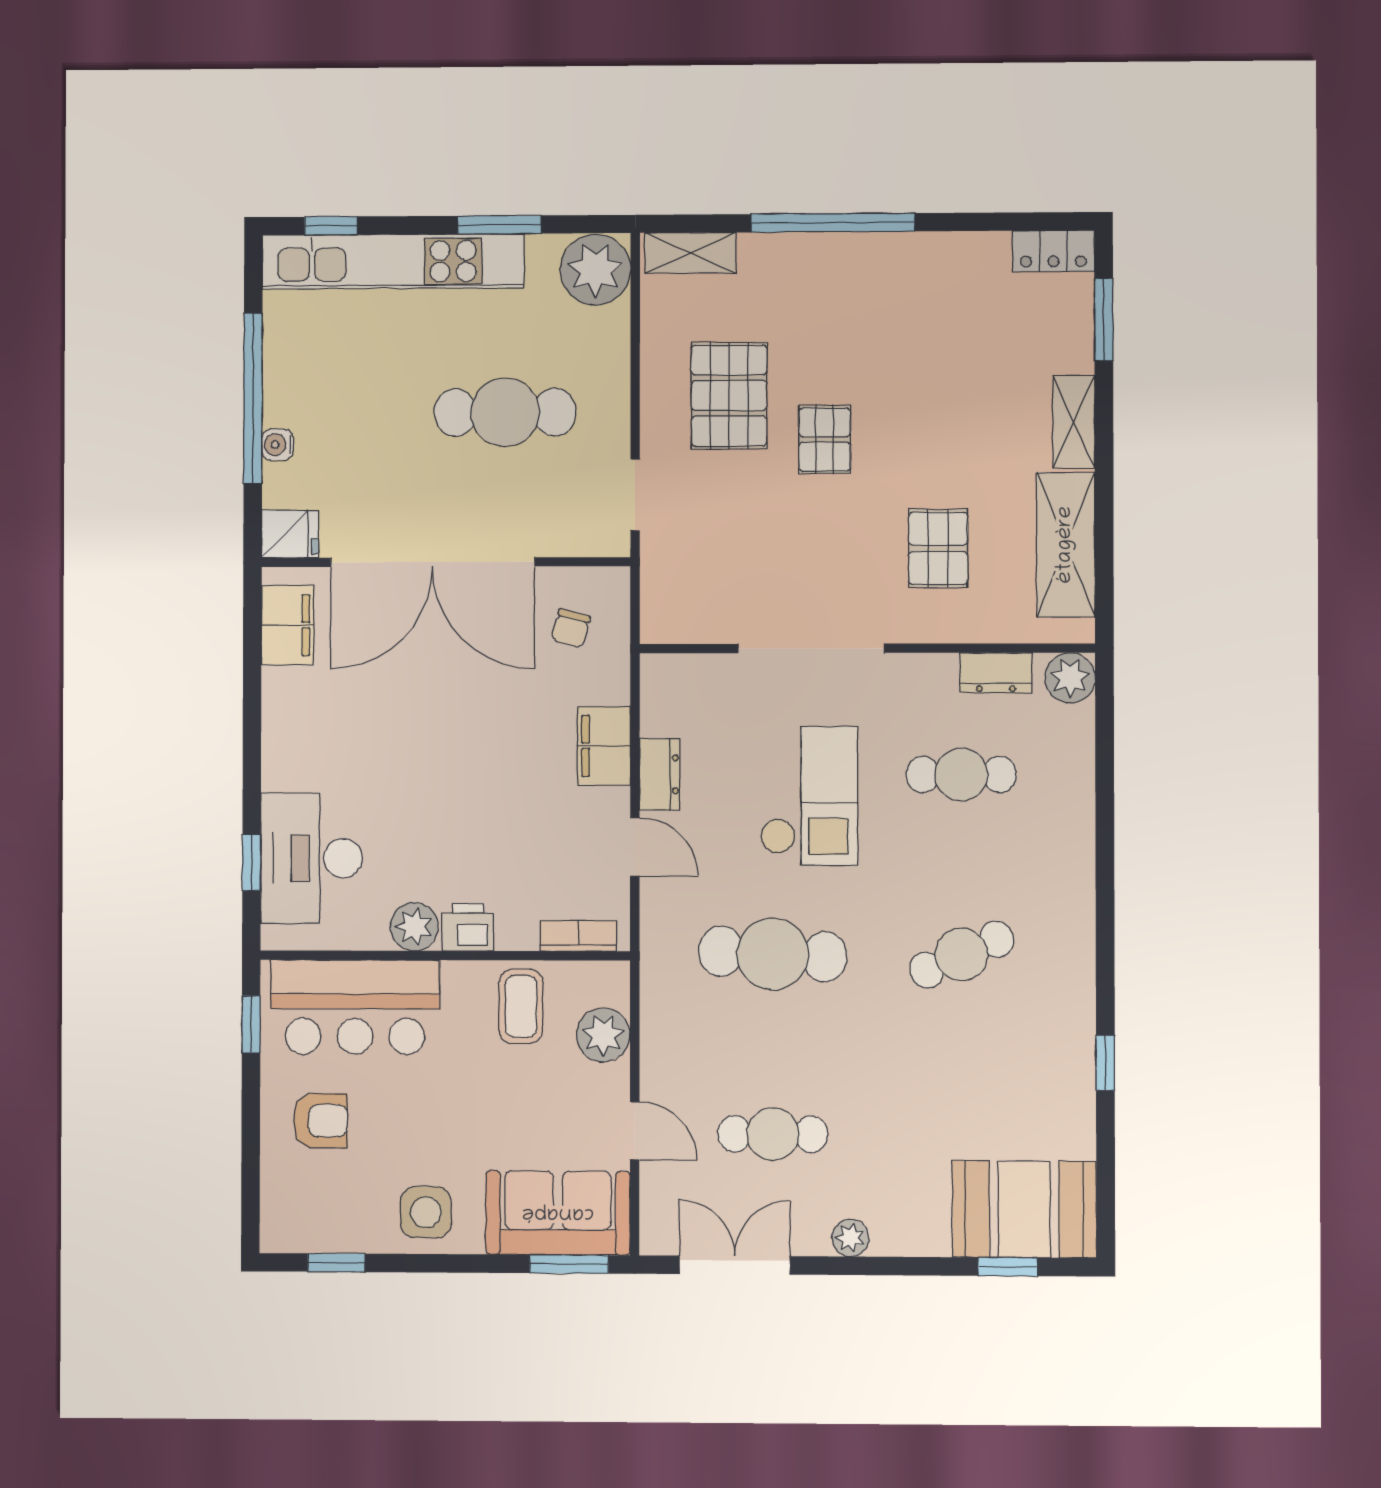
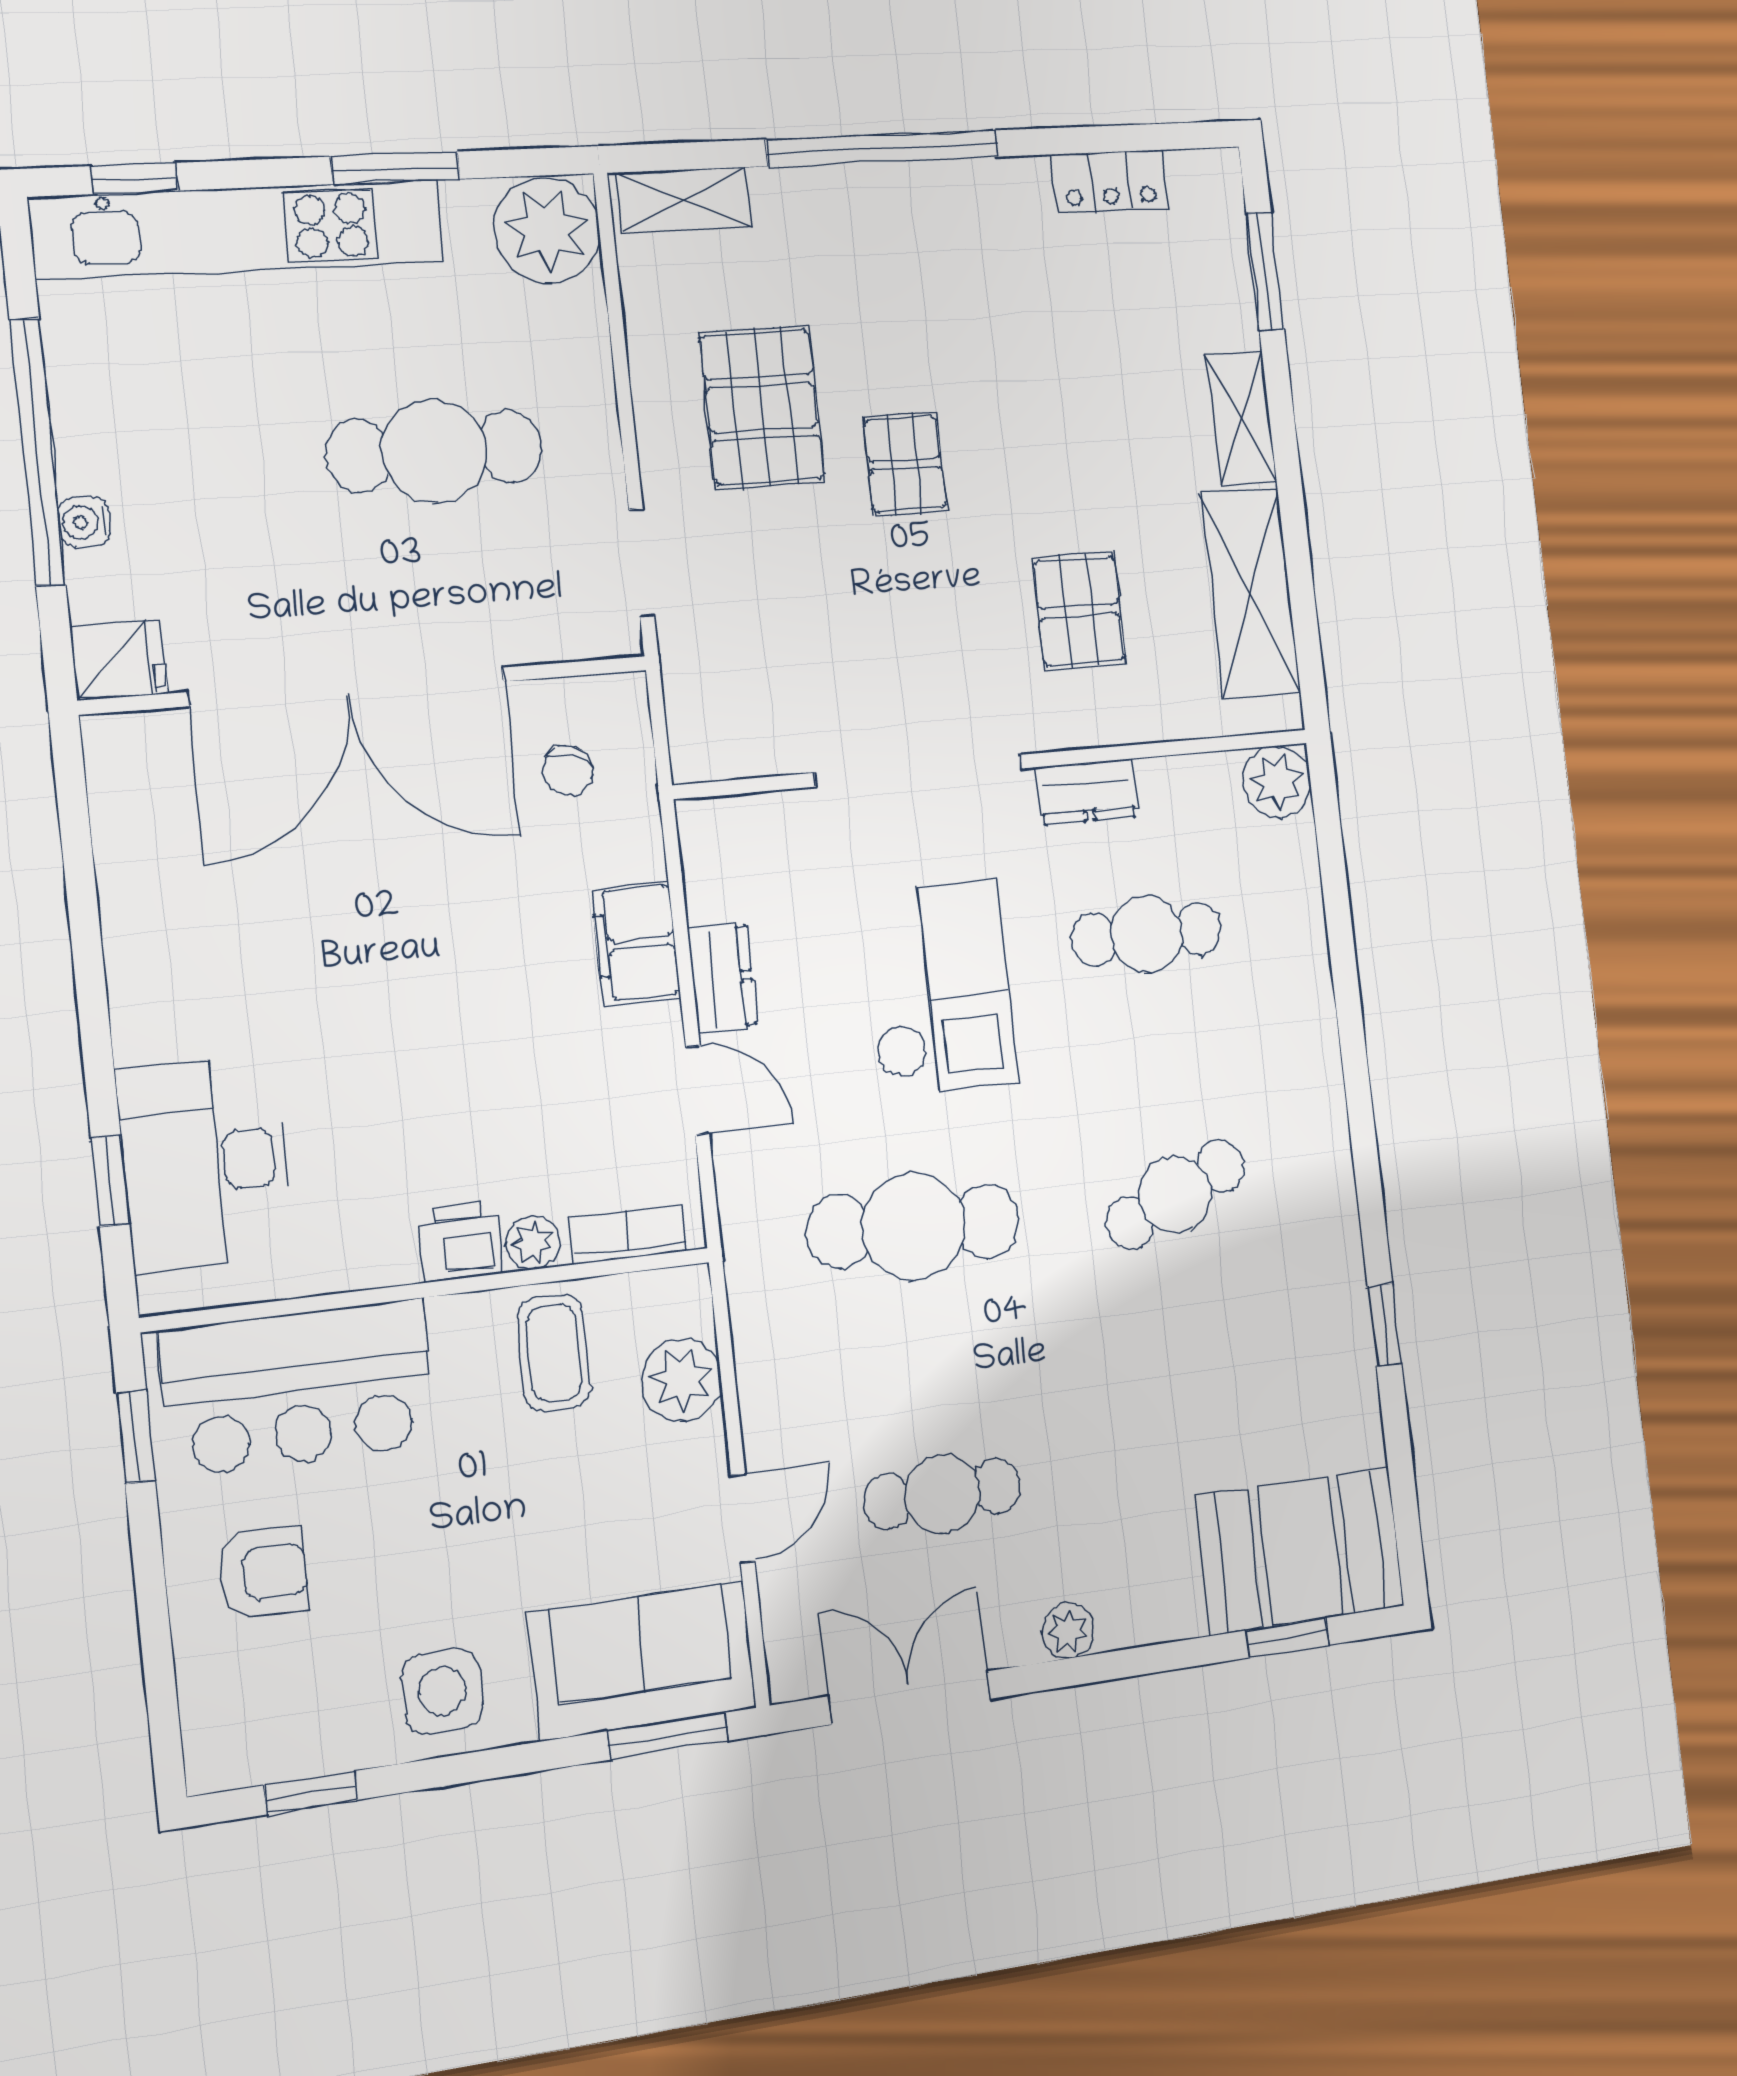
locker: (1053, 251) -> (1110, 181), moved
filing cabinet: (288, 625) -> (130, 803), removed
dresser: (996, 673) -> (1087, 792), moved
plant: (414, 927) -> (533, 1243), moved, width x0.73, depth x0.73
door: (635, 1131) -> (743, 1518), hinge flipped

